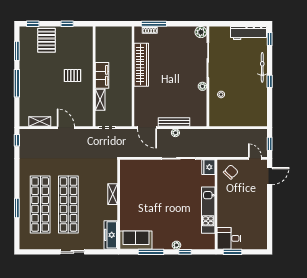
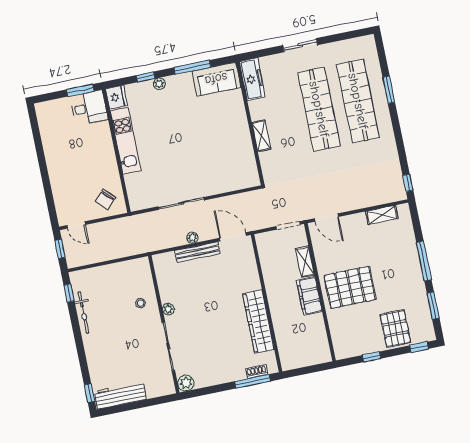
bicycle: (262, 67) -> (83, 312), moved
pallet: (72, 76) -> (350, 287), width x2.05, depth x2.00
window: (270, 81) -> (69, 293), moved
door: (66, 128) -> (326, 218), moved
fridge: (208, 167) -> (117, 97), moved
door: (270, 176) -> (51, 205), removed

